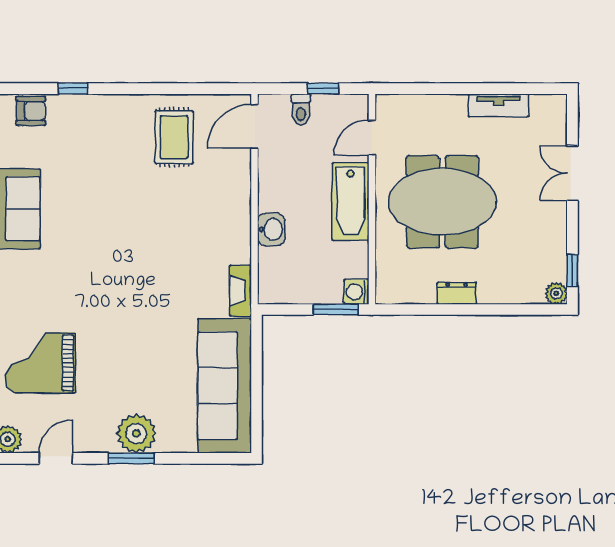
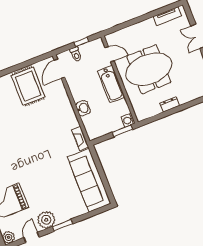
tv unit: (498, 105) -> (167, 16), moved
rug: (174, 137) -> (28, 86), width x1.36, depth x1.43
door: (372, 138) -> (110, 54), swing flipped
plant: (136, 434) -> (46, 220), moved

